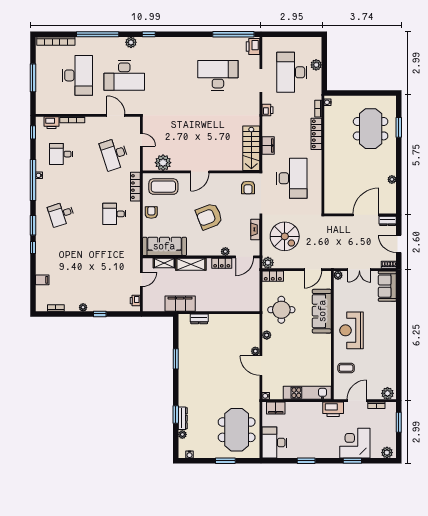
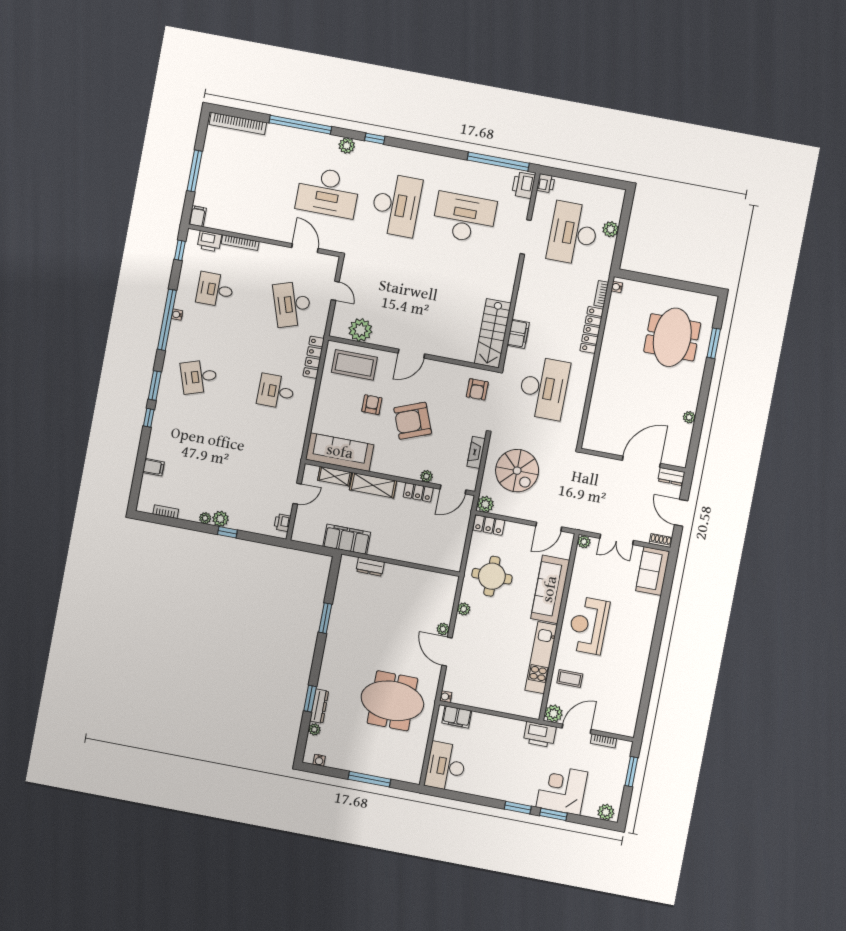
desk: (77, 75) -> (396, 205), moved
filing cabinet: (40, 108) -> (197, 216), added
printer: (268, 110) -> (546, 183), moved
armchair: (151, 212) -> (372, 405), moved
plant: (93, 306) -> (220, 519), added
kitchen unit: (307, 393) -> (541, 658), moved, turned -90
plant: (387, 393) -> (554, 713), moved
meeting table: (237, 430) -> (392, 701), moved, turned 90
window: (225, 461) -> (369, 779), width x1.44
window: (306, 461) -> (518, 808), moved

